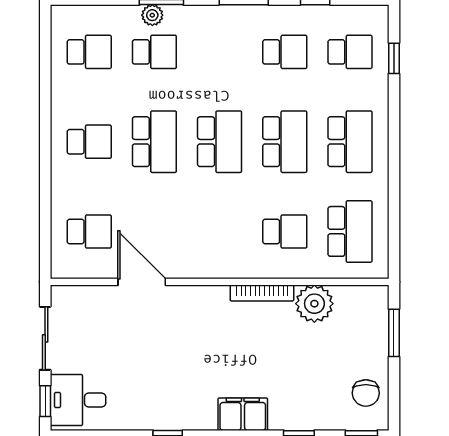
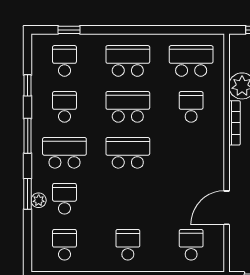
school desk: (154, 142) -> (64, 153), moved

